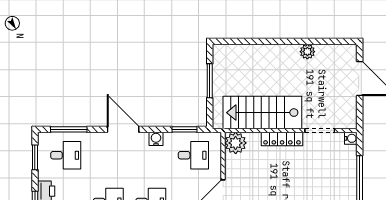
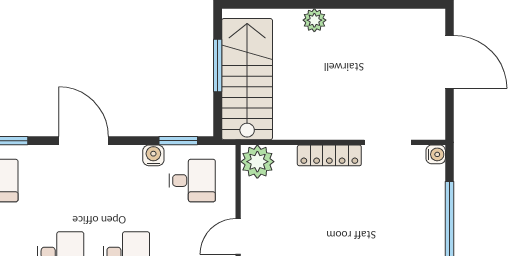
plant: (307, 52) -> (314, 20), moved
stairs: (262, 113) -> (247, 79), moved, turned 90
water cooler: (156, 139) -> (153, 155), moved

